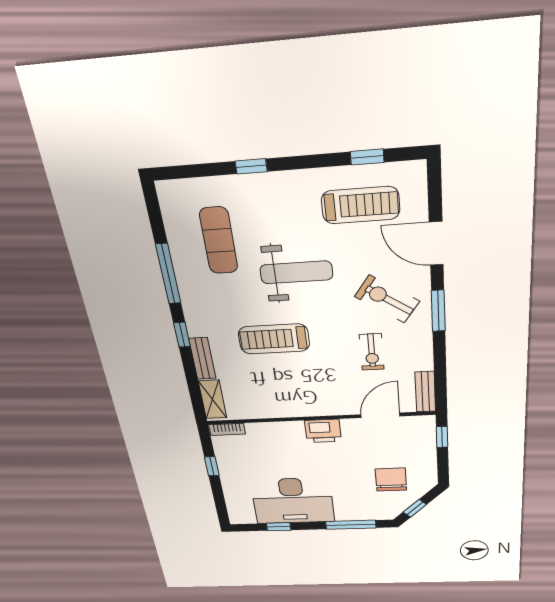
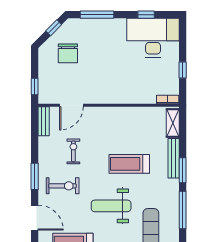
exercise bike: (387, 299) -> (63, 186), turned -35
window: (182, 335) -> (183, 170), width x1.50
treadmill: (274, 339) -> (129, 164), turned 180
bench: (202, 358) -> (174, 158), width x1.36
printer: (323, 431) -> (108, 95), removed
desk: (293, 501) -> (153, 38), moved

